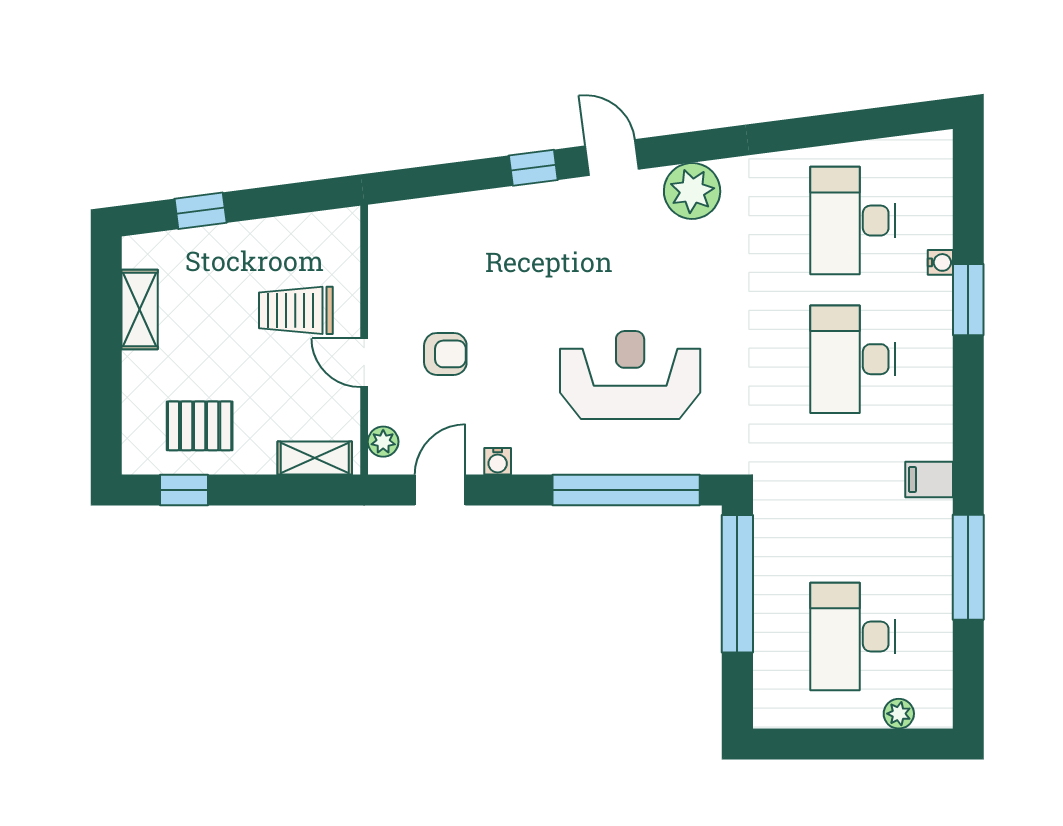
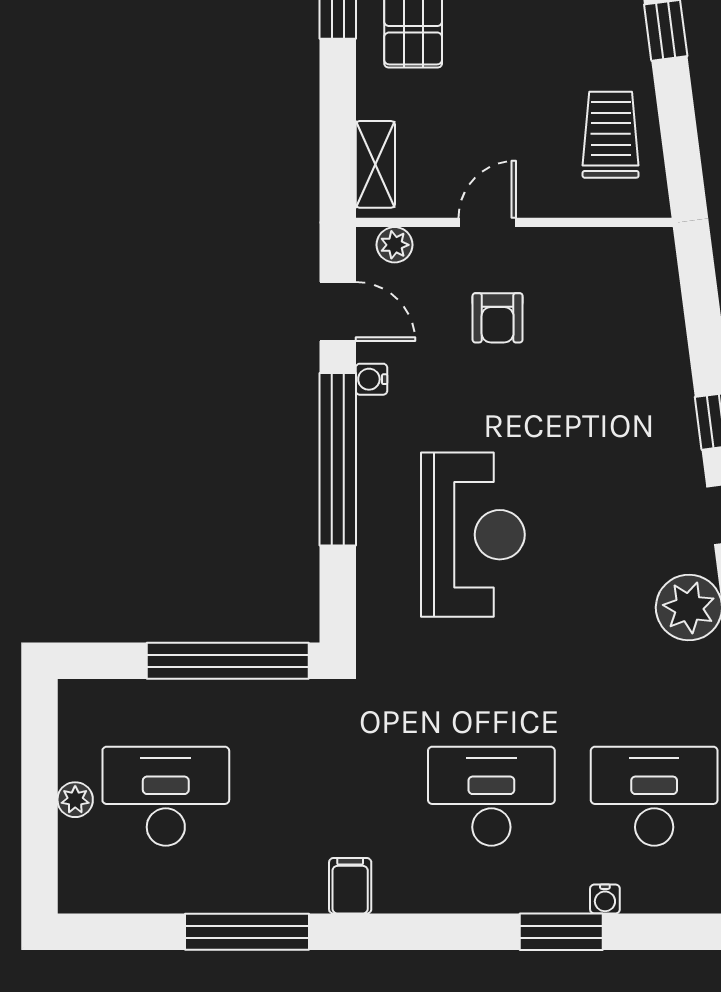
trolley: (296, 310) -> (611, 135), moved
window: (626, 490) -> (338, 459), moved
plant: (899, 714) -> (75, 800), moved

